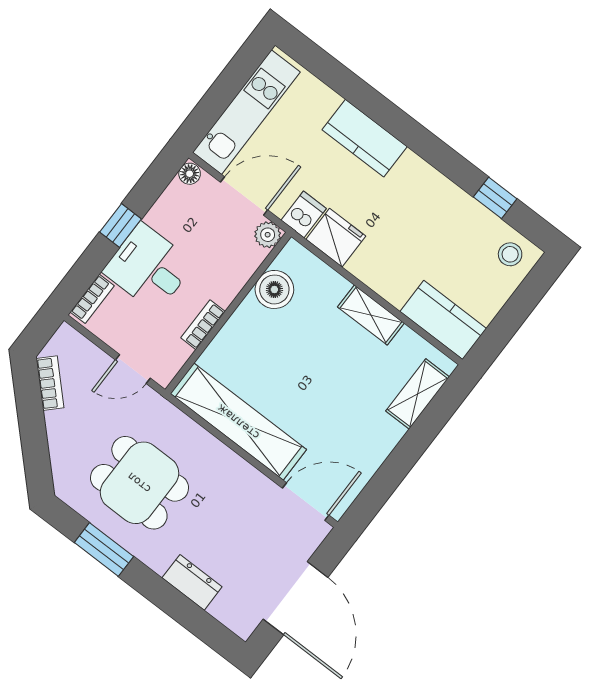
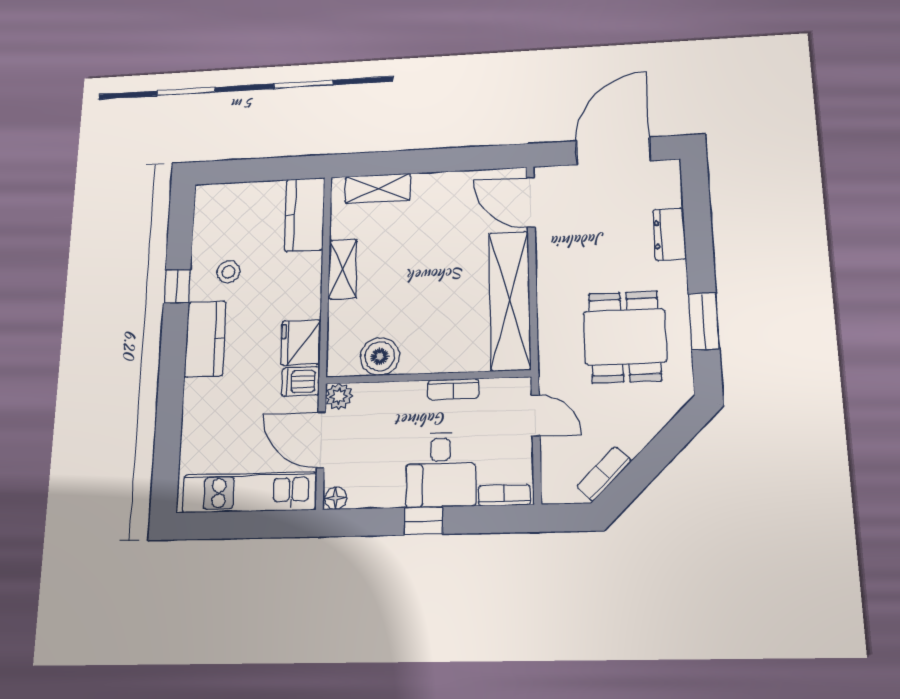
kitchen counter: (365, 138) -> (205, 339), moved
window: (495, 198) -> (177, 286), moved
stool: (510, 254) -> (228, 272), moved

